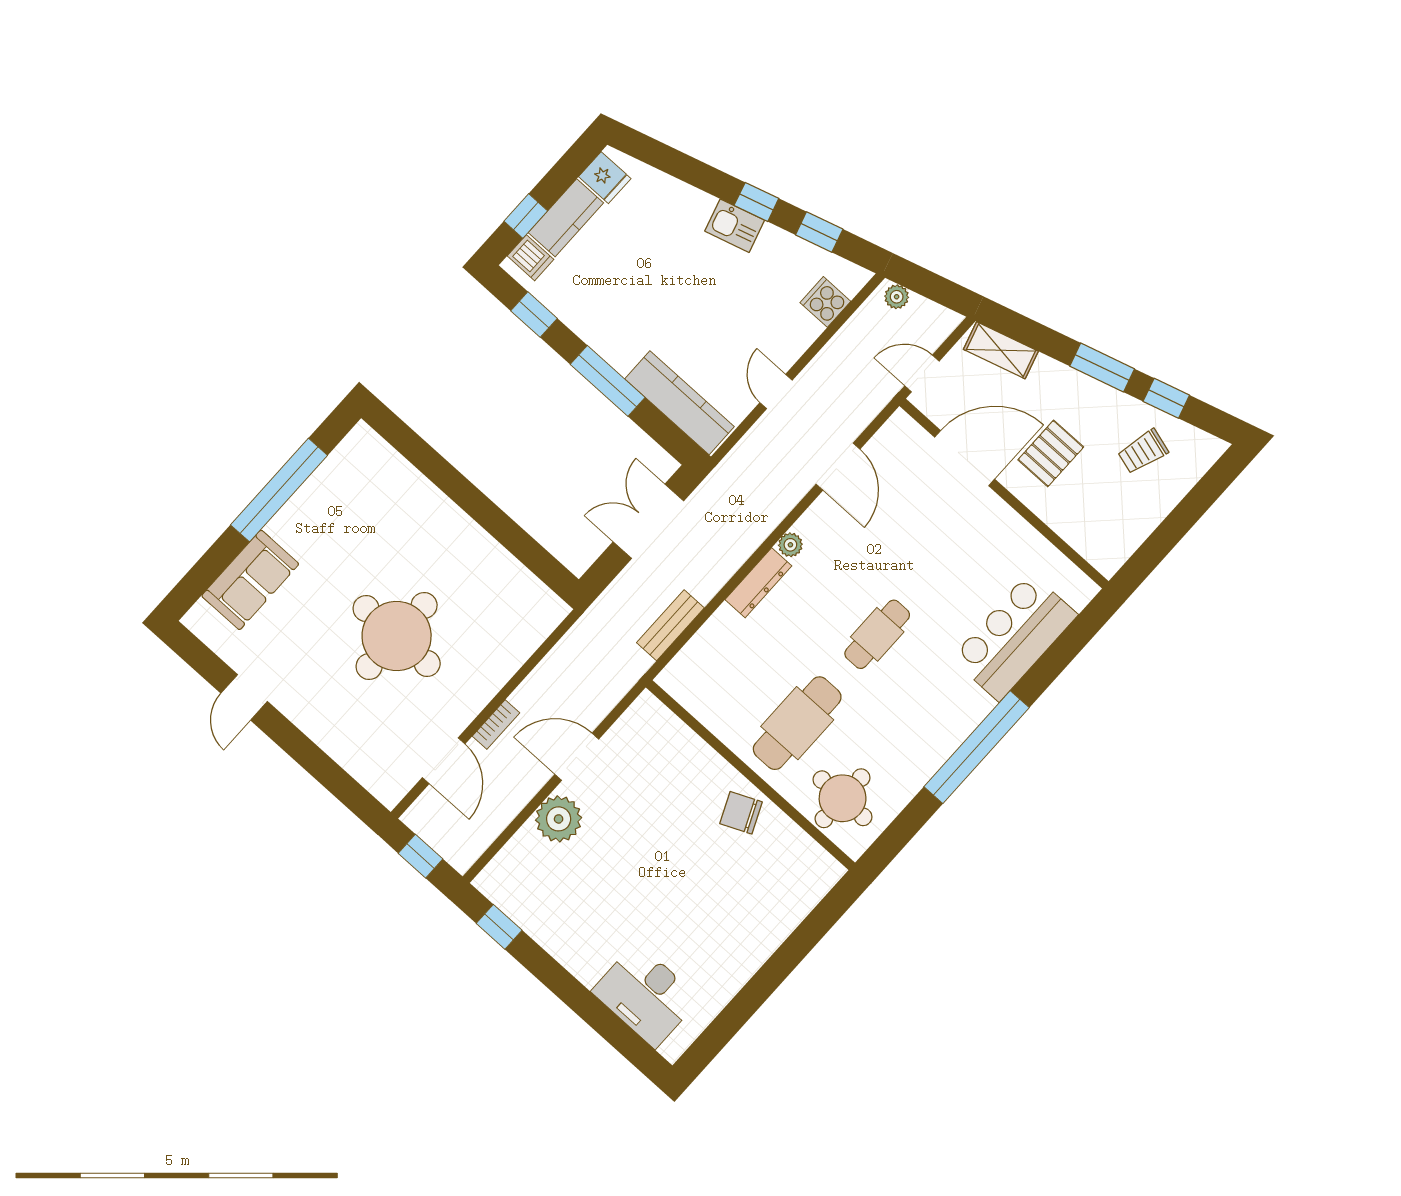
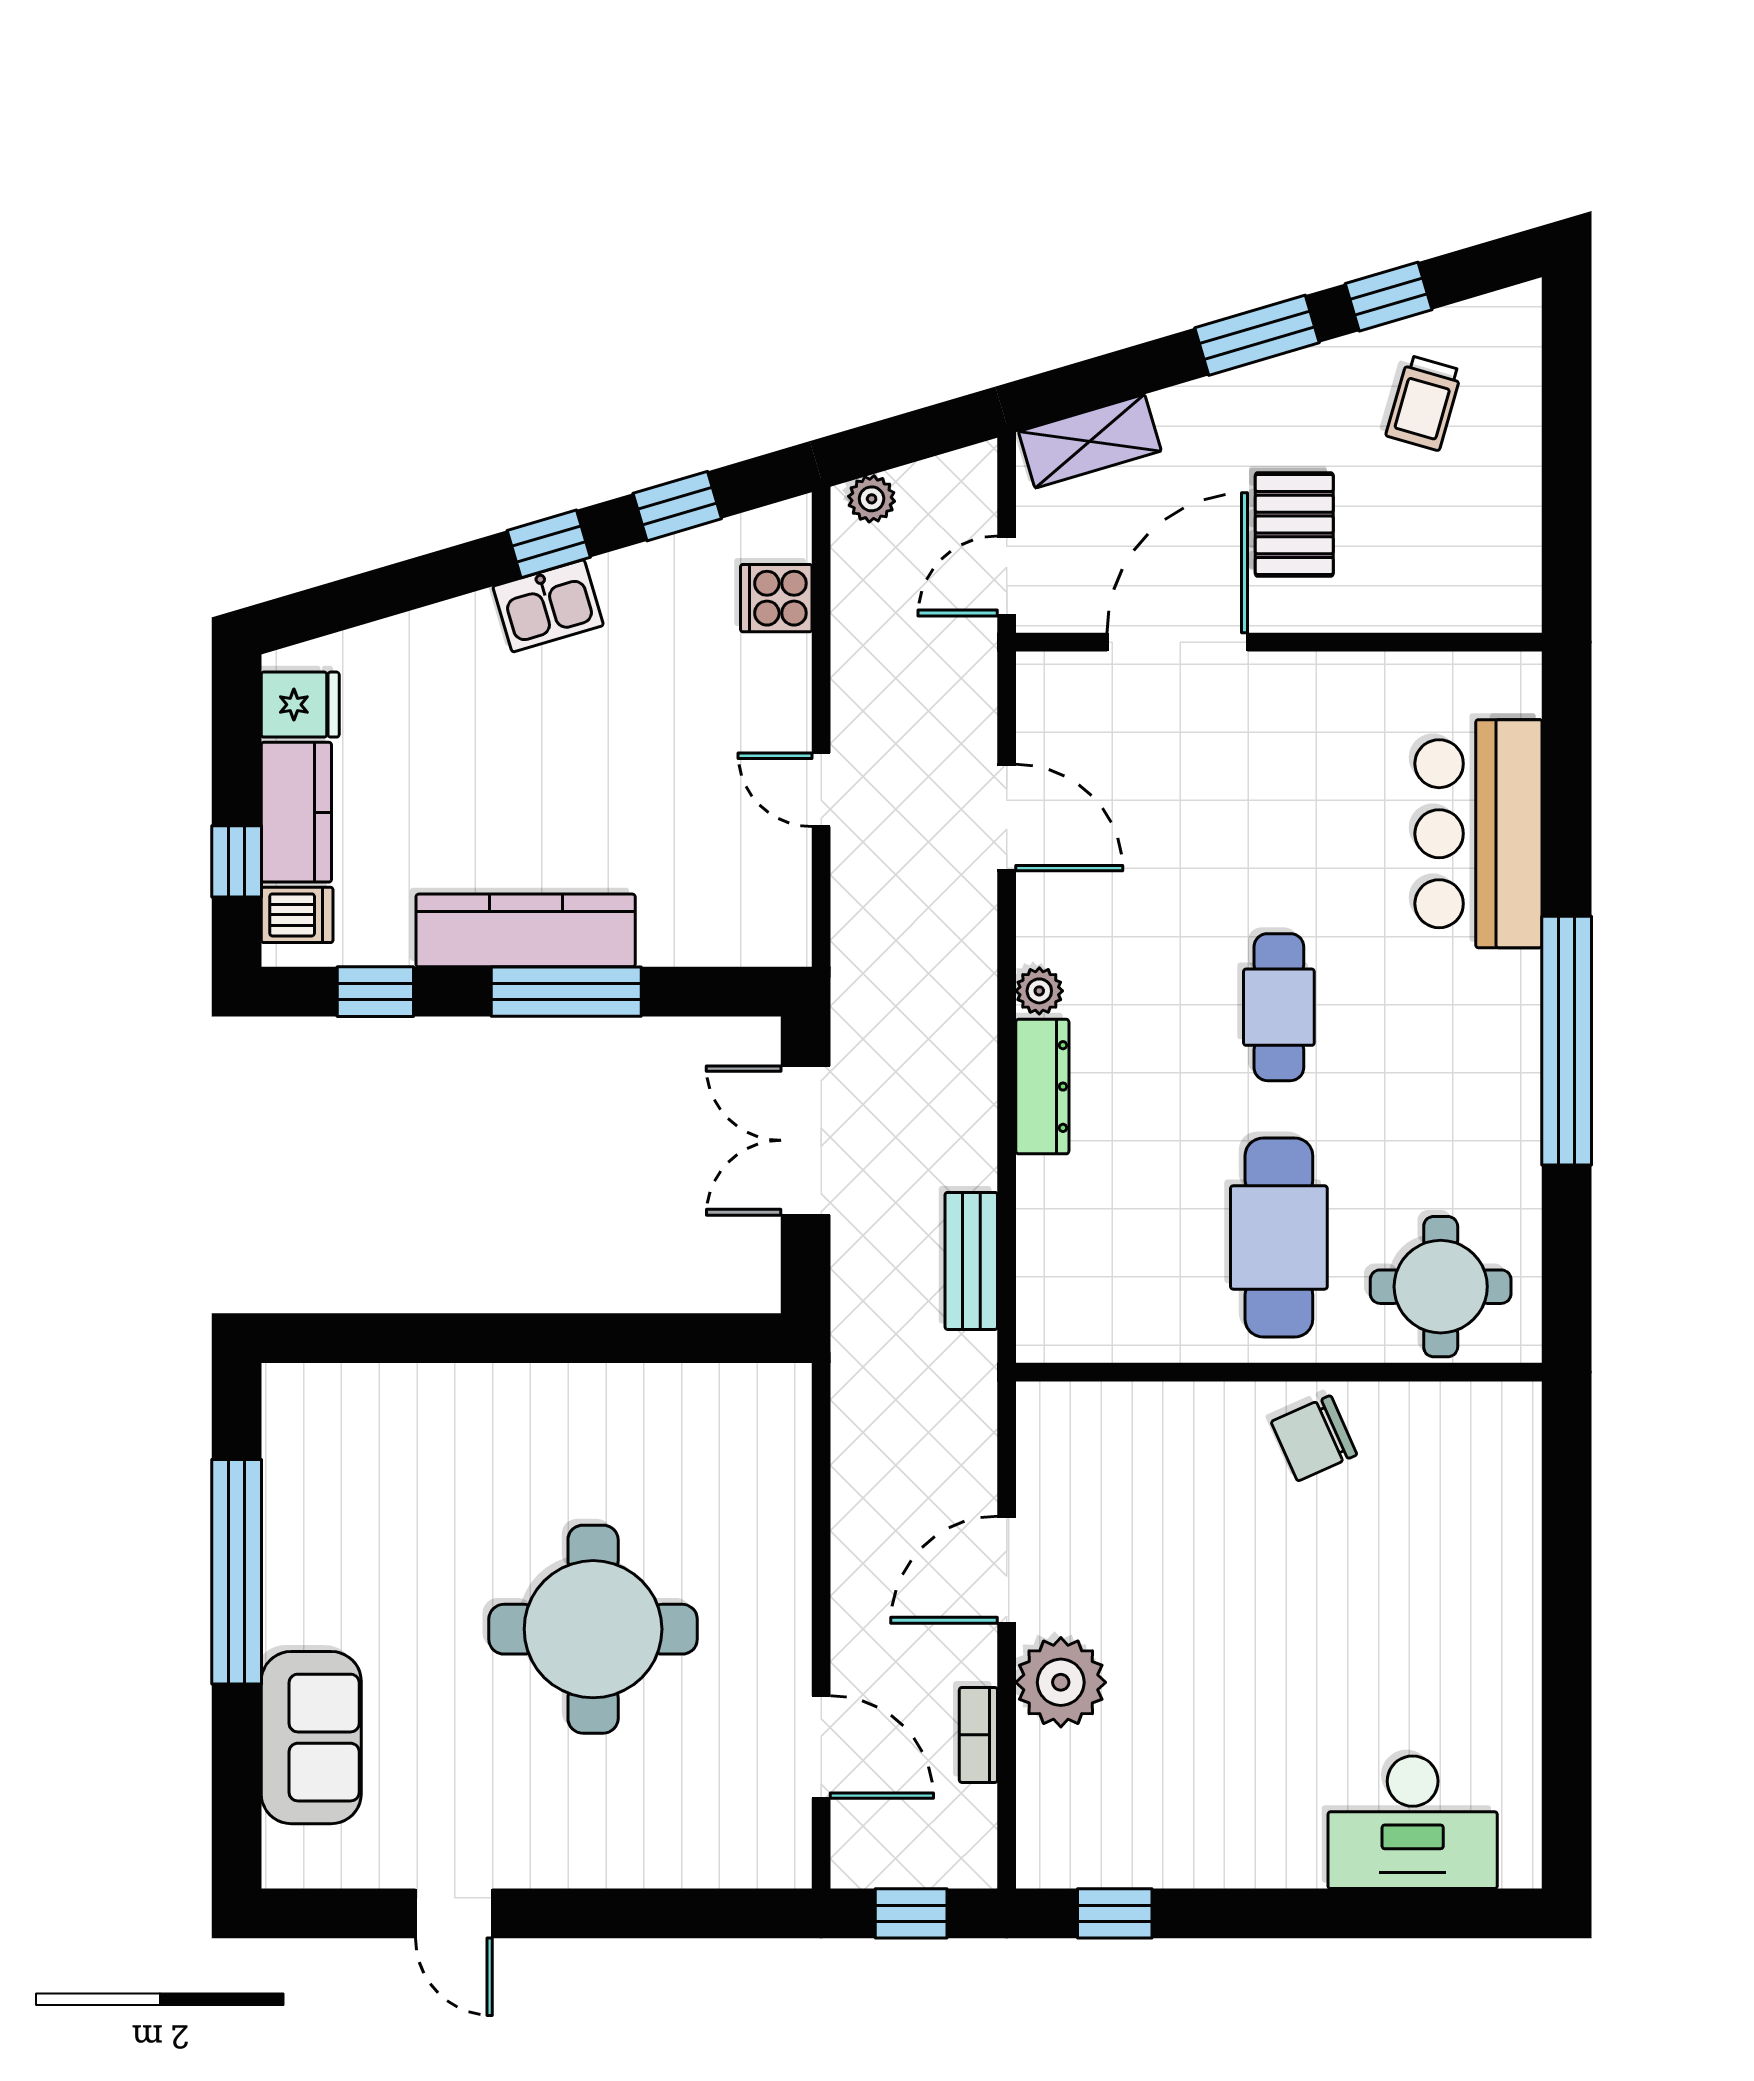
kitchen counter: (679, 403) -> (526, 930), moved
bookcase: (496, 725) -> (978, 1735), moved, turned 180

